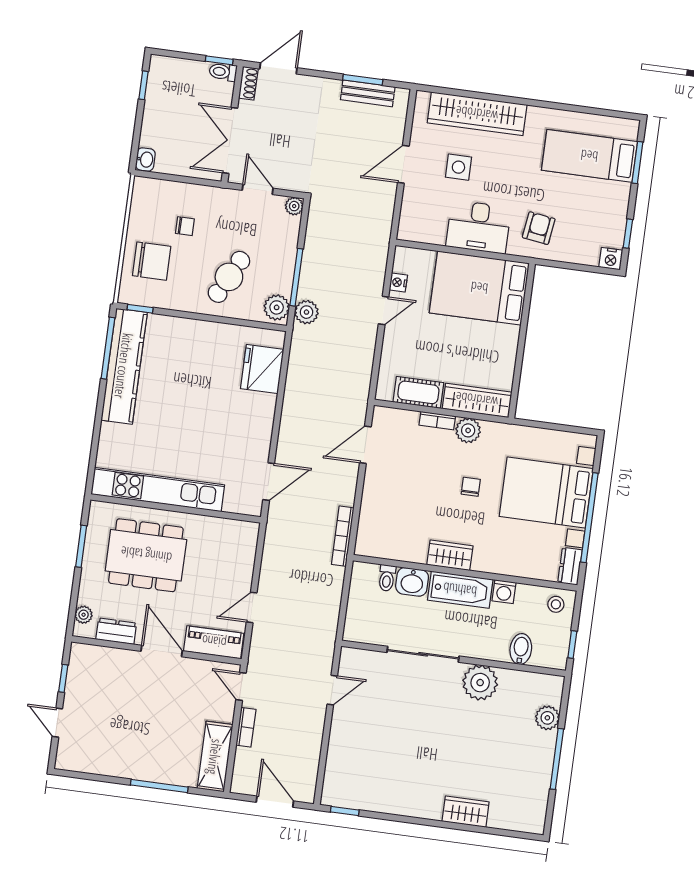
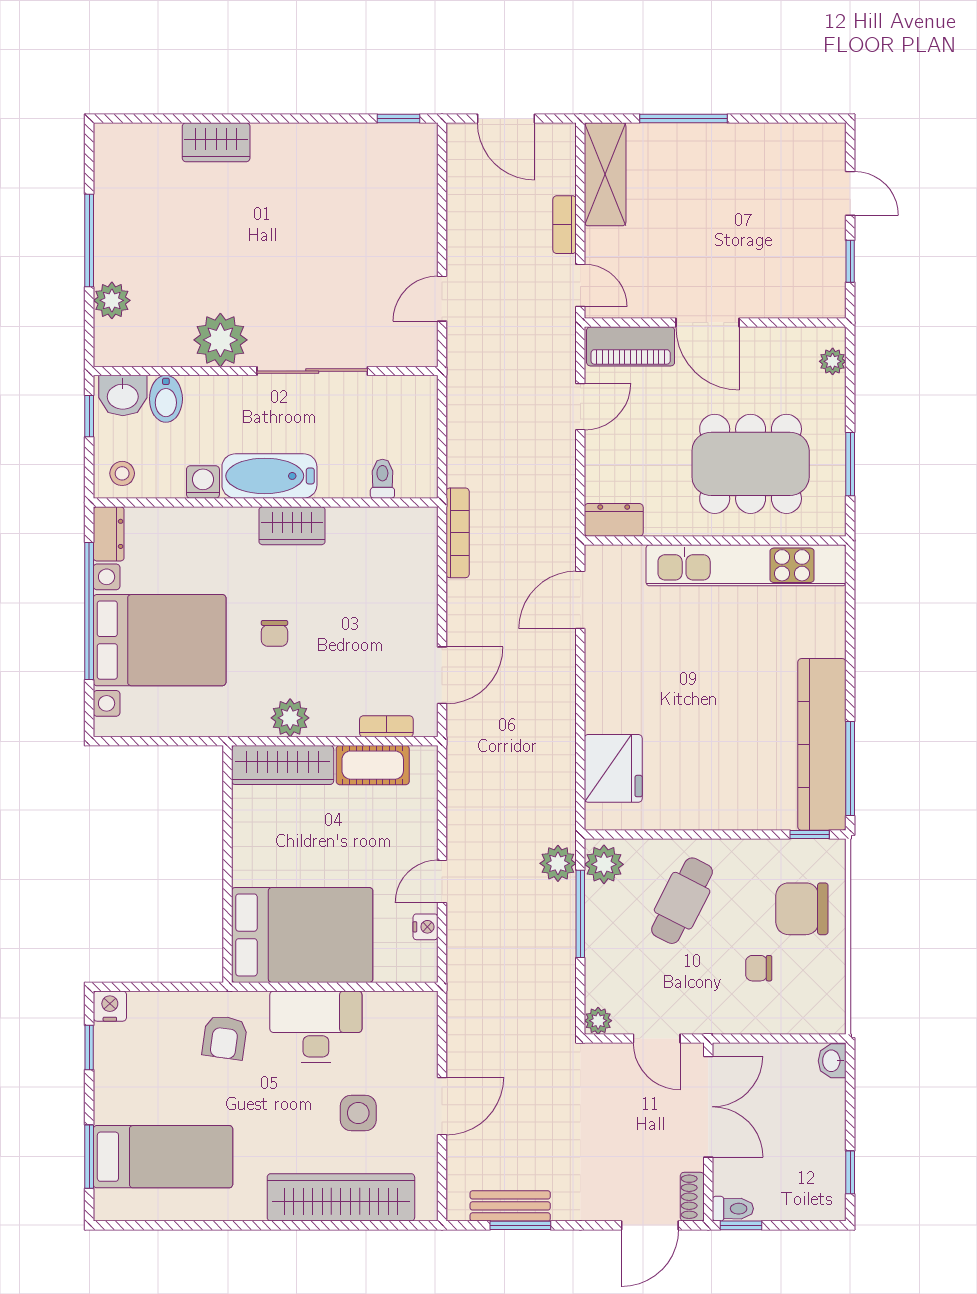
bookcase: (437, 421) -> (386, 726), moved
washbasin: (412, 582) -> (123, 395), moved, turned 180
dresser: (116, 631) -> (614, 520), moved, turned 180

